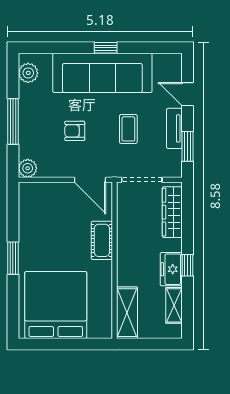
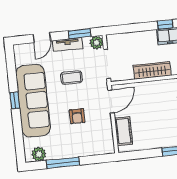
window: (13, 121) -> (63, 163), moved
plant: (28, 168) -> (96, 43), moved
wardrobe: (172, 212) -> (152, 70), moved, turned 180
cot: (102, 240) -> (124, 131), moved, turned 90

